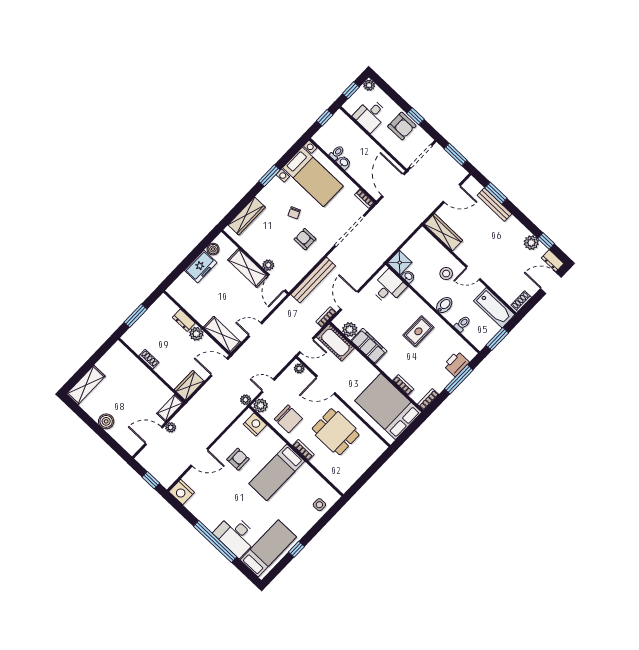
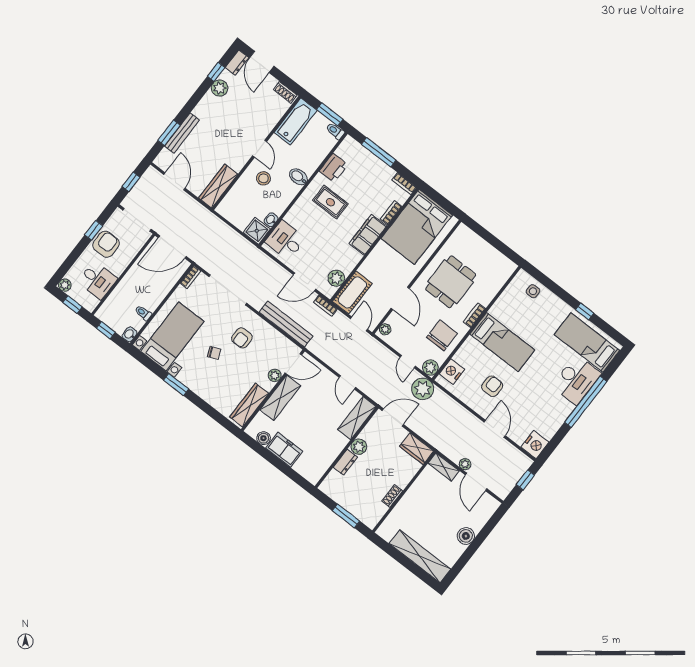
window: (455, 154) -> (131, 182), width x0.67
washbasin: (344, 163) -> (130, 334), moved
wardrobe: (247, 216) -> (249, 405), moved, turned -90
toilet: (462, 324) -> (335, 131), moved
filing cabinet: (369, 346) -> (368, 235), moved
printer: (456, 364) -> (334, 168), moved, turned -90
door: (219, 367) -> (393, 417), swing flipped
shelving: (86, 385) -> (420, 556), width x1.47
plant: (246, 400) -> (423, 389), width x1.88, depth x1.88
armchair: (238, 459) -> (492, 386), turned 90

